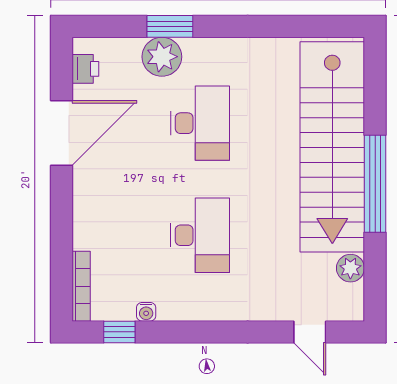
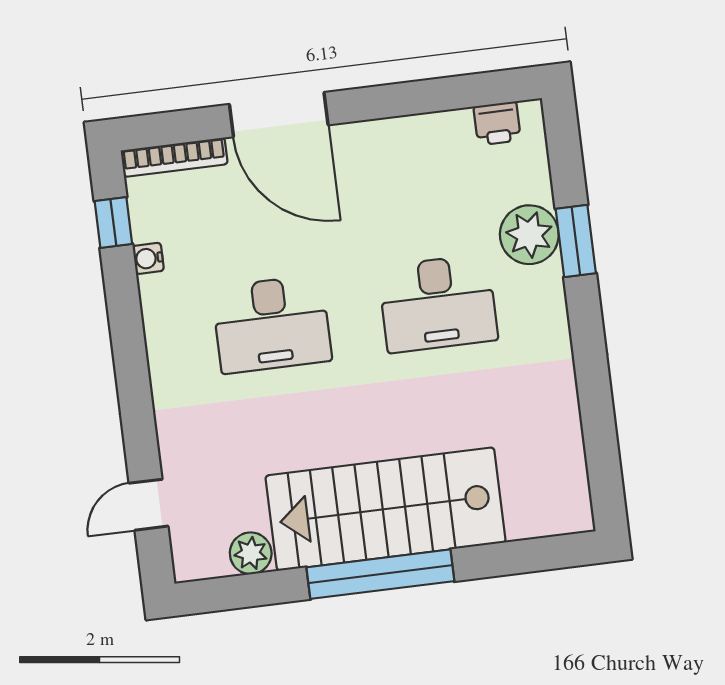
door: (61, 133) -> (279, 115), moved
stairs: (332, 147) -> (386, 509), width x0.73

